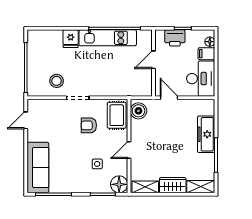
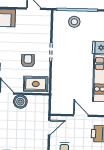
stool: (57, 81) -> (74, 22), moved
boiler: (138, 111) -> (20, 102), moved

